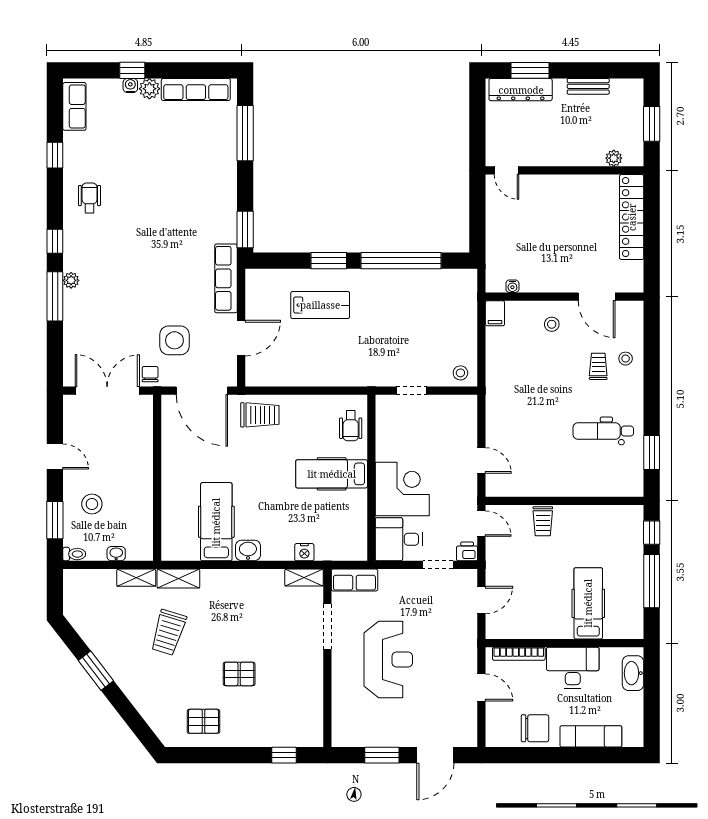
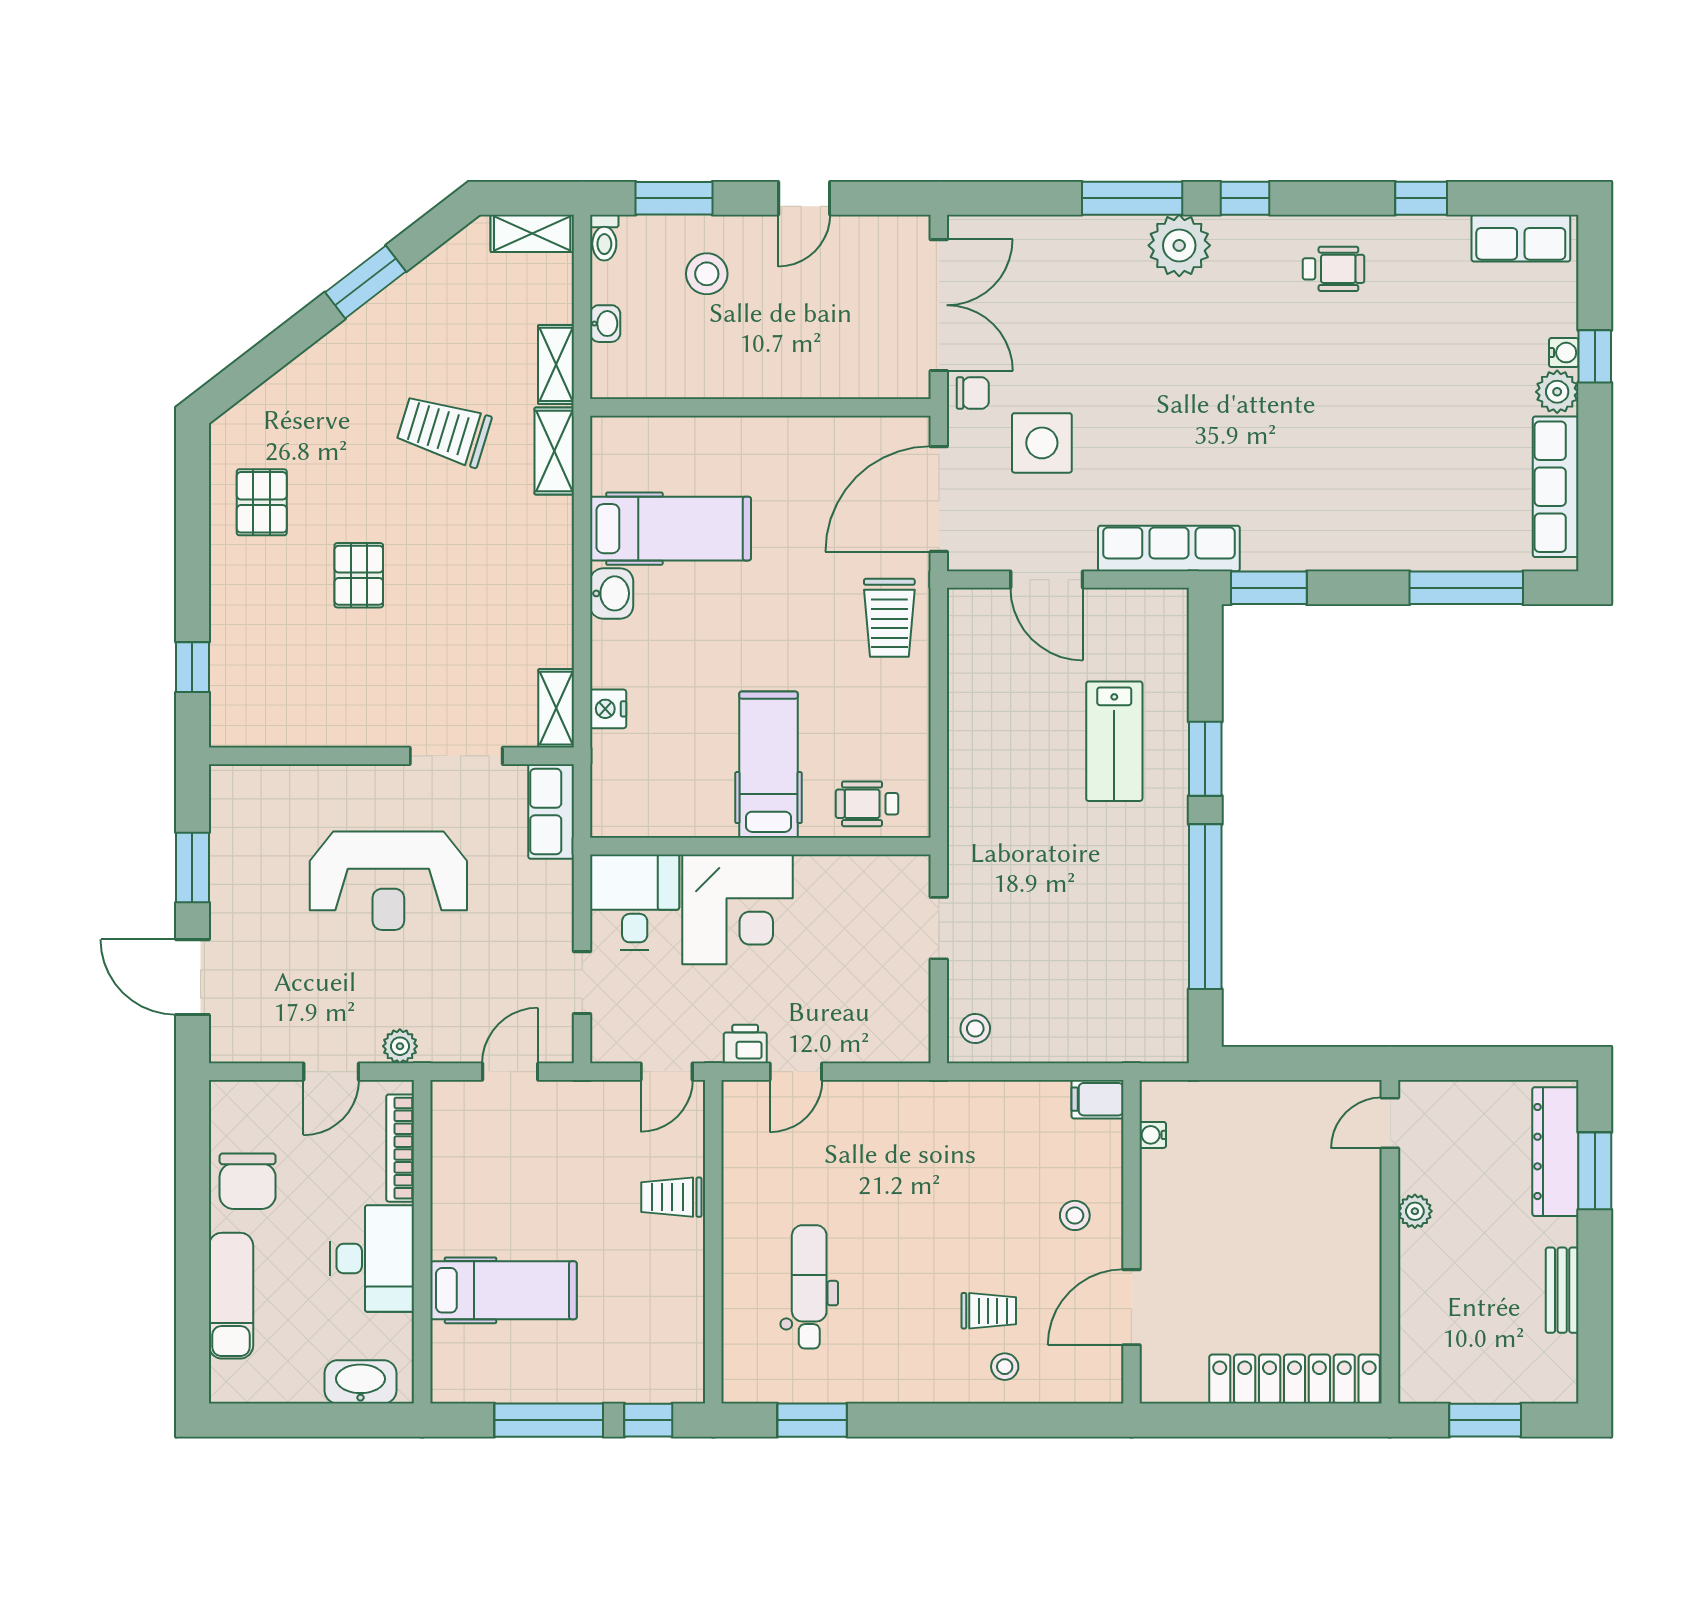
plant: (614, 158) -> (1415, 1211), moved
plant: (71, 280) -> (1179, 245), width x1.88, depth x1.88
dental chair: (603, 431) -> (809, 1287), moved
printer: (467, 551) -> (745, 1044), moved, turned -90
shelving: (72, 589) -> (532, 233), added
door: (481, 600) -> (510, 1072), swing flipped
plant: (469, 654) -> (400, 1046), added

